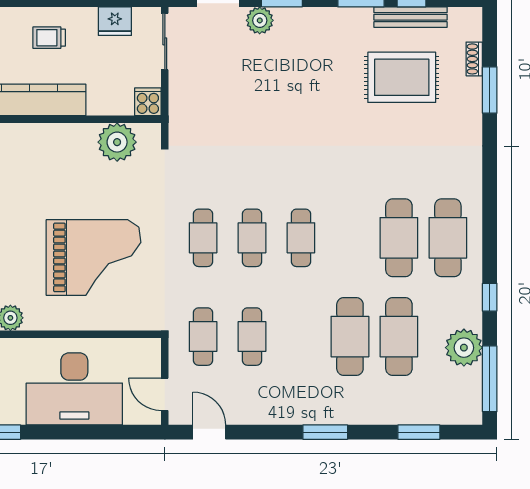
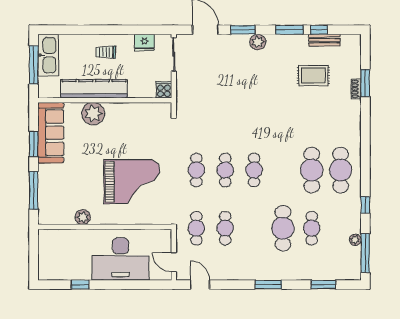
bench: (411, 17) -> (324, 40), width x0.73
plant: (260, 20) -> (258, 42), moved
shoe rack: (474, 59) -> (356, 89), moved
rug: (402, 77) -> (313, 75), width x0.73, depth x0.70
plant: (117, 142) -> (93, 114), moved
cafe table: (399, 337) -> (312, 228), width x0.73, depth x0.74
plant: (464, 348) -> (355, 240), width x0.53, depth x0.53

